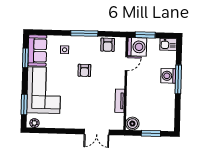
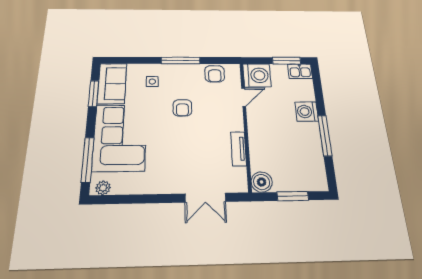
window: (145, 35) -> (287, 61), moved
window: (178, 79) -> (325, 135), moved
window: (24, 105) -> (88, 160), width x1.44

